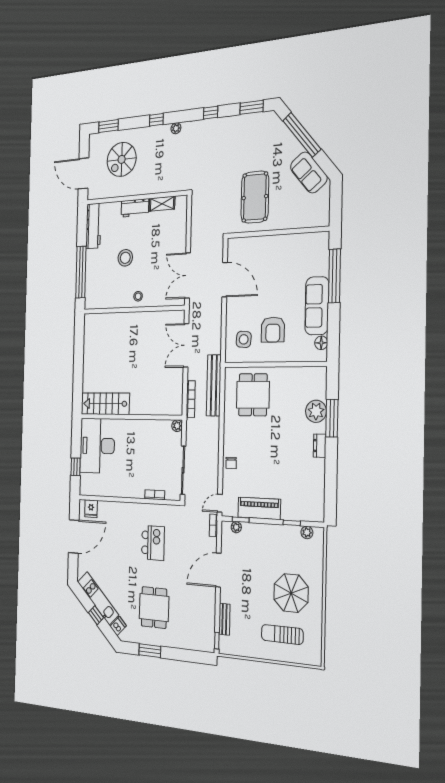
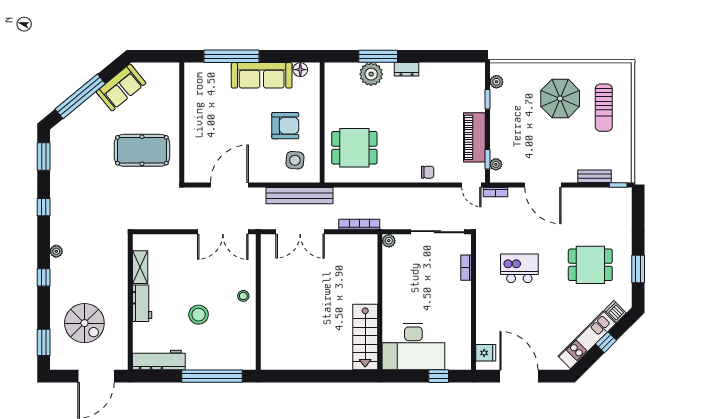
bench: (214, 385) -> (300, 196), moved

